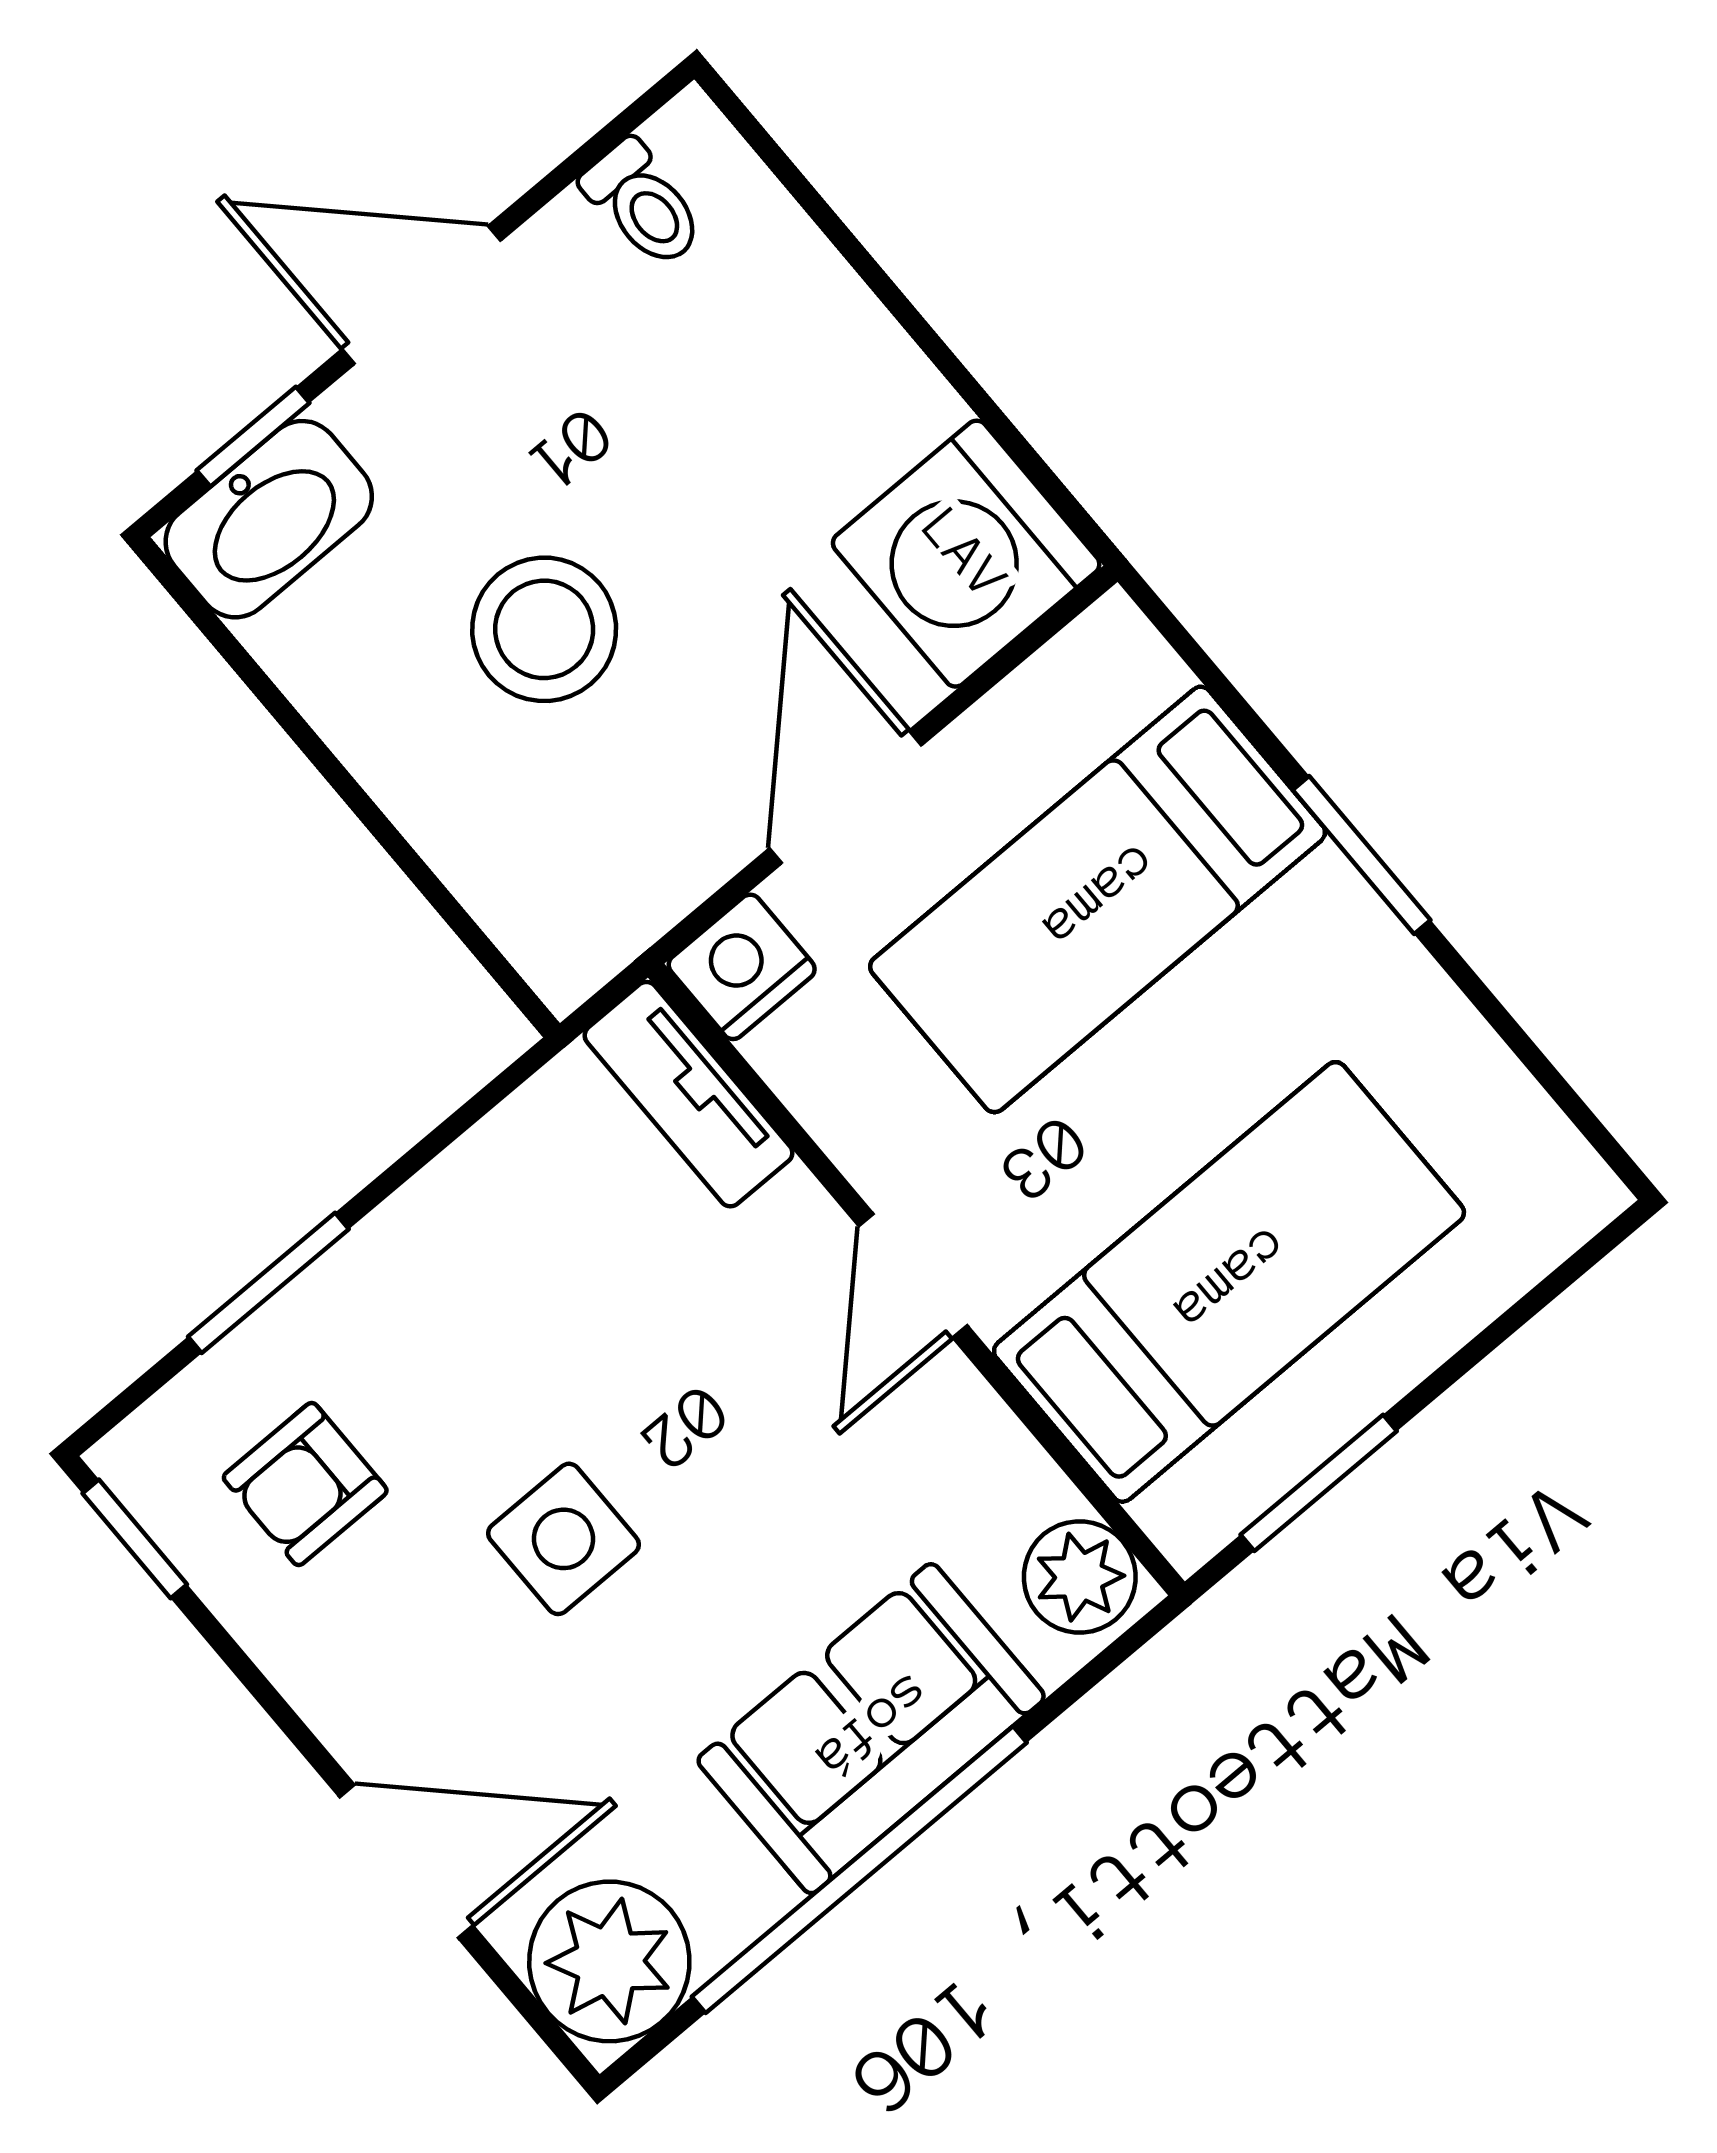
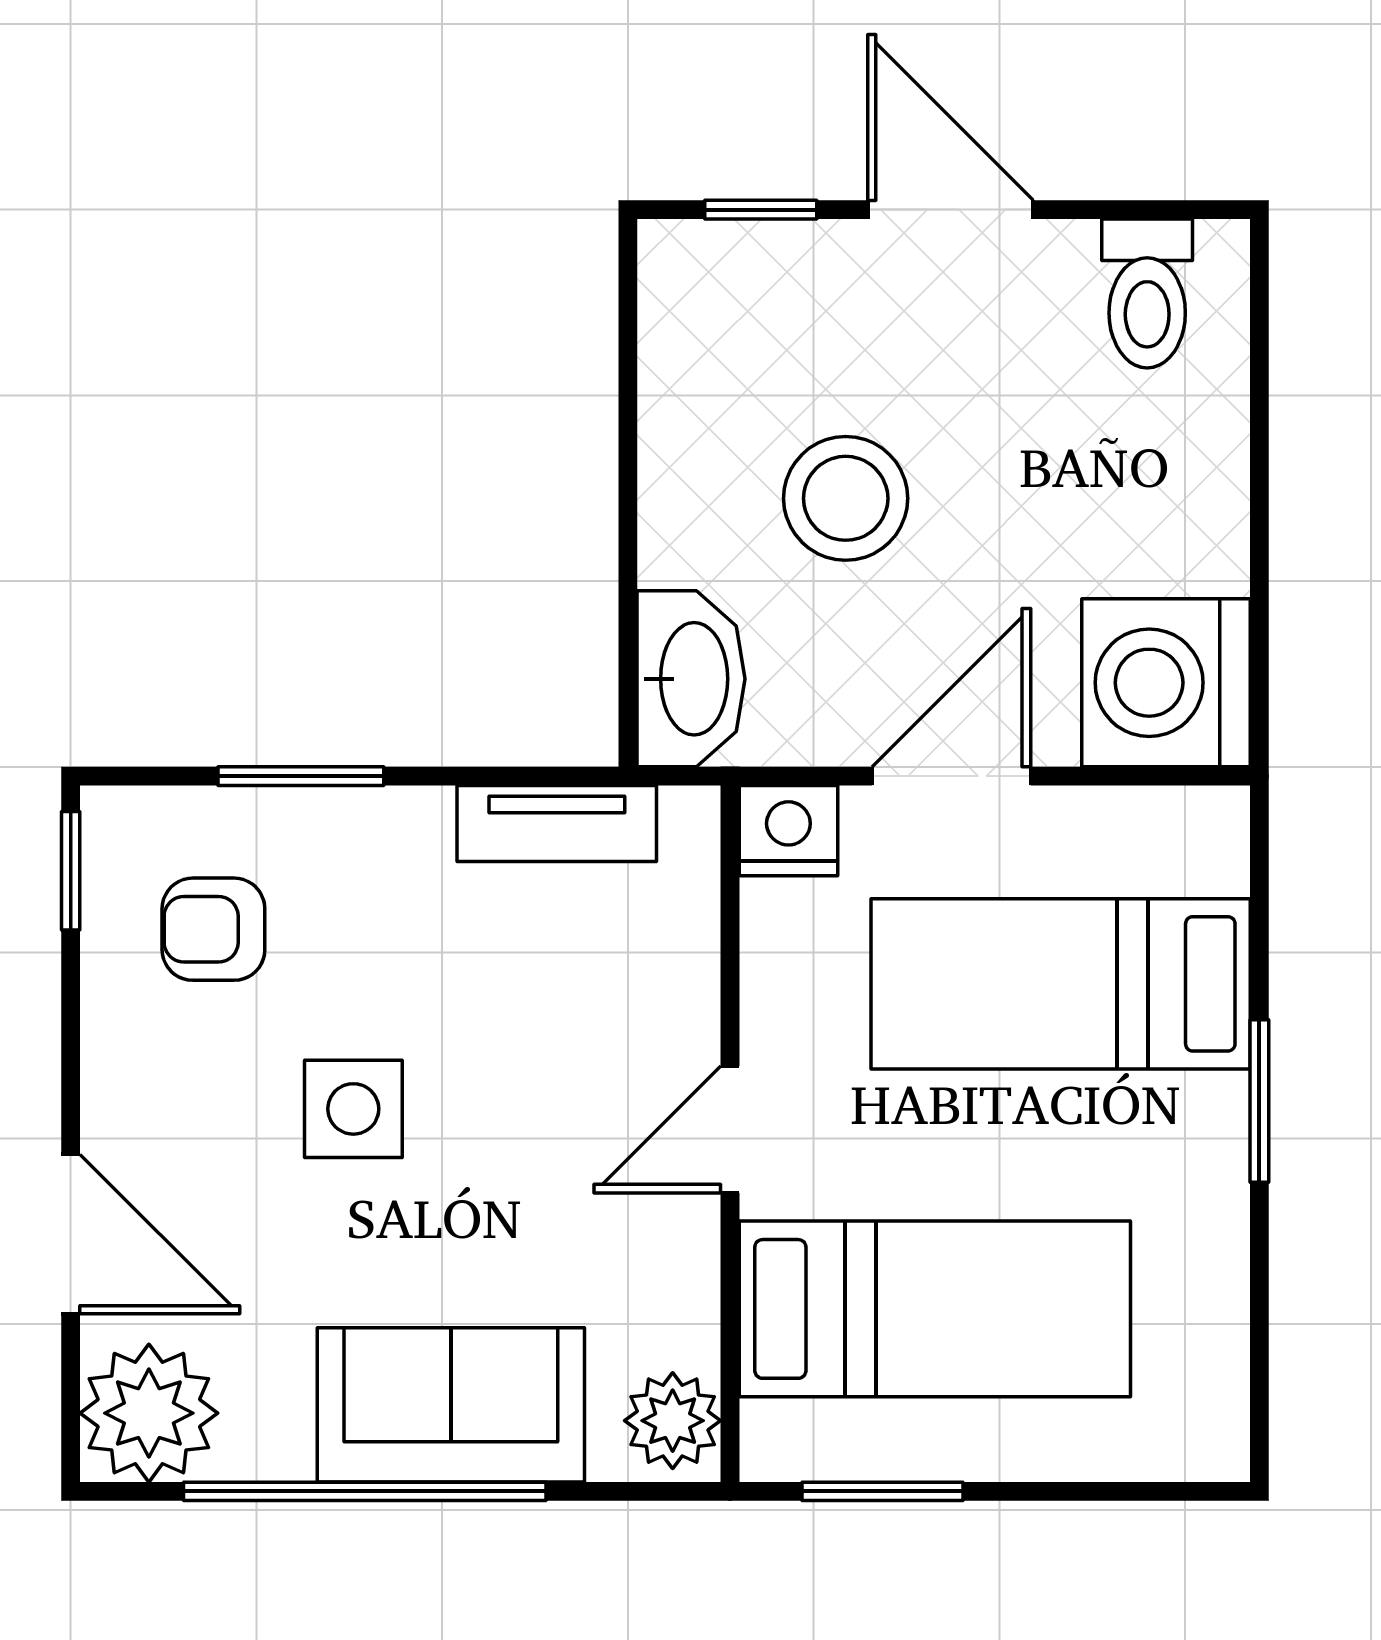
toilet: (643, 204) -> (1147, 293), width x1.37, depth x1.39
washbasin: (269, 519) -> (691, 679), moved, turned -90
tv unit: (688, 1094) -> (557, 823), moved, turned -90

